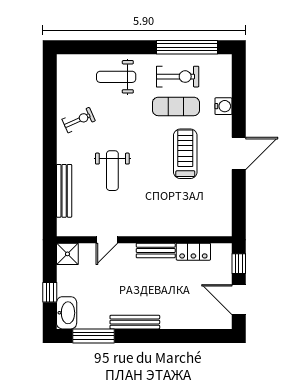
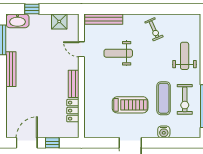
door: (107, 240) -> (81, 49), moved
wall: (144, 240) -> (81, 76), moved
bench: (156, 251) -> (74, 84), moved
locker: (193, 252) -> (73, 111), moved

